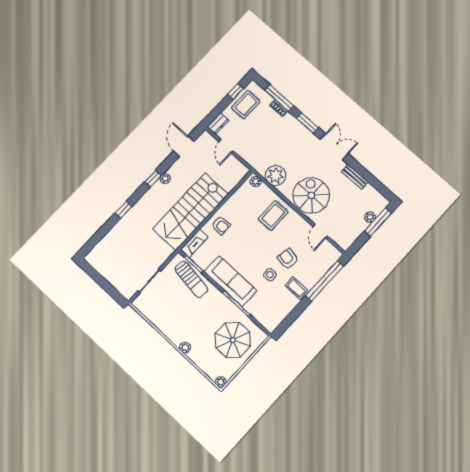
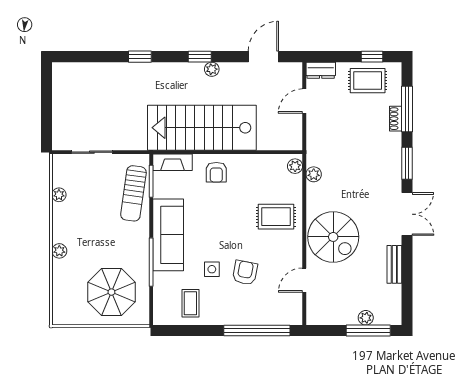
plant: (276, 176) -> (314, 174), width x0.53, depth x0.53
spiral stairs: (311, 195) -> (333, 237), turned 90
coffee table: (296, 288) -> (190, 303), moved
plant: (221, 382) -> (59, 195), moved

